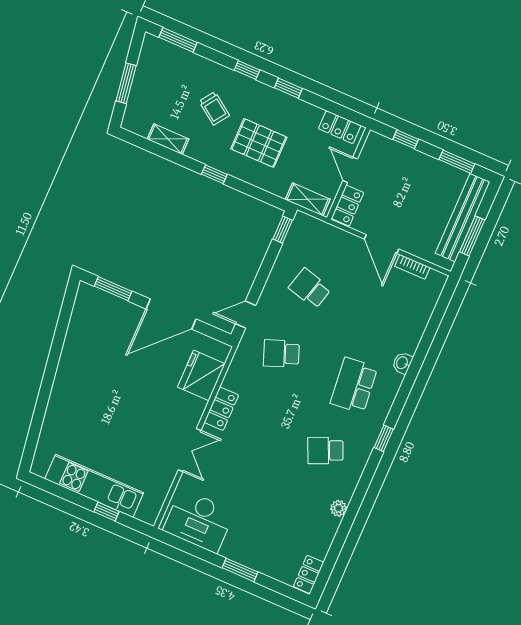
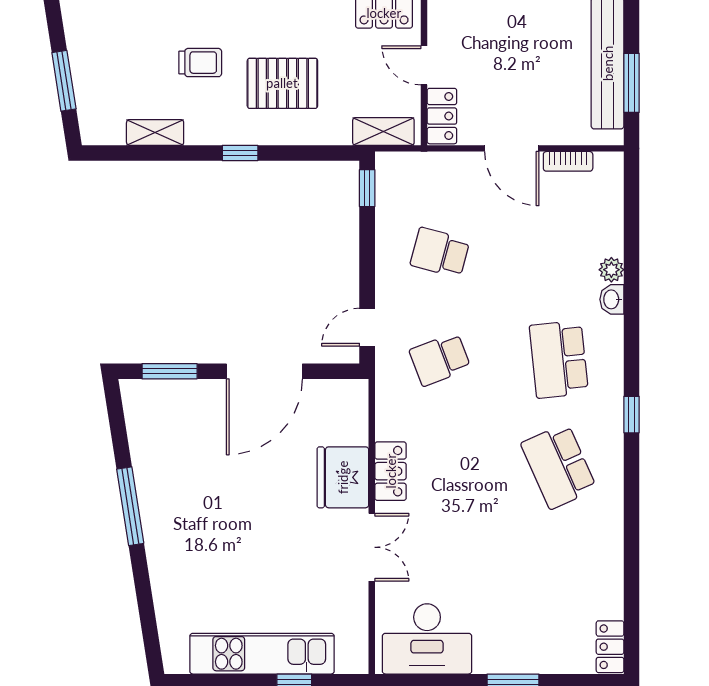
trolley: (214, 108) -> (200, 63), turned -35
window: (53, 361) -> (130, 506), added
fridge: (201, 375) -> (343, 477), moved
school desk: (325, 451) -> (559, 466), width x1.85
plant: (338, 508) -> (611, 270), moved

